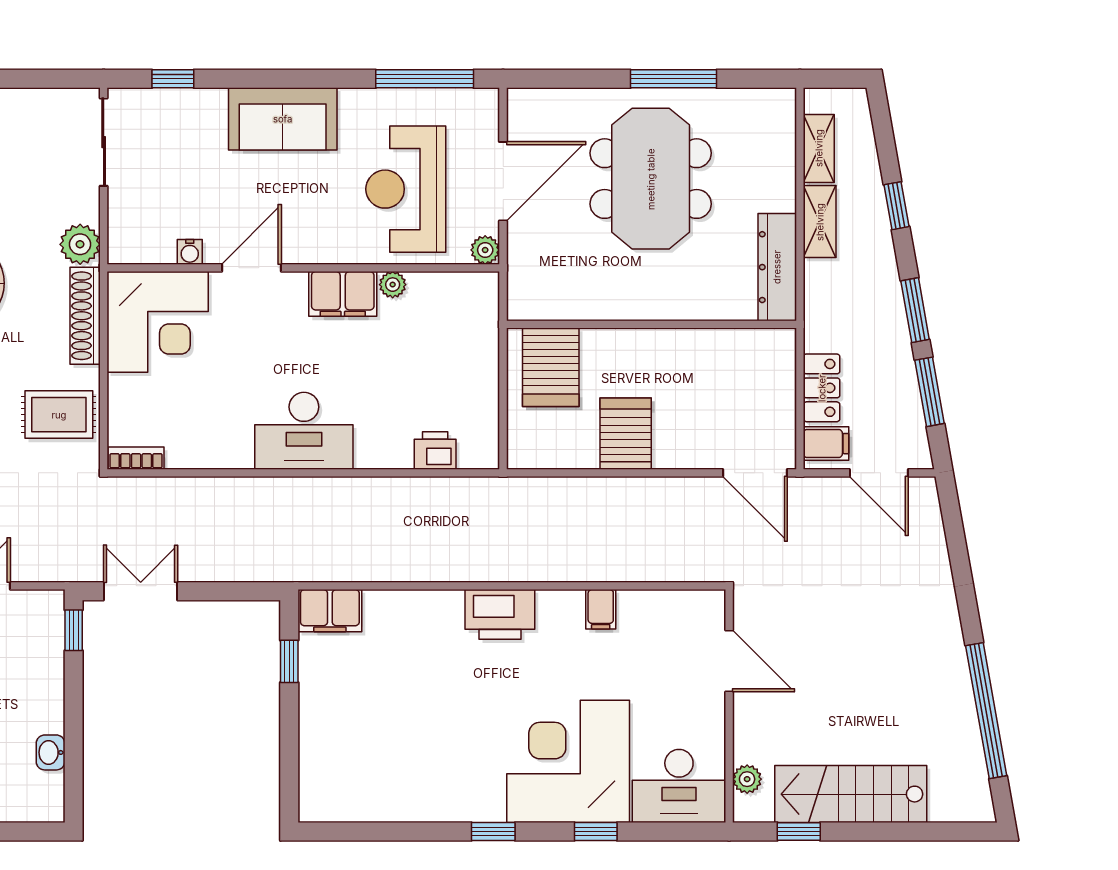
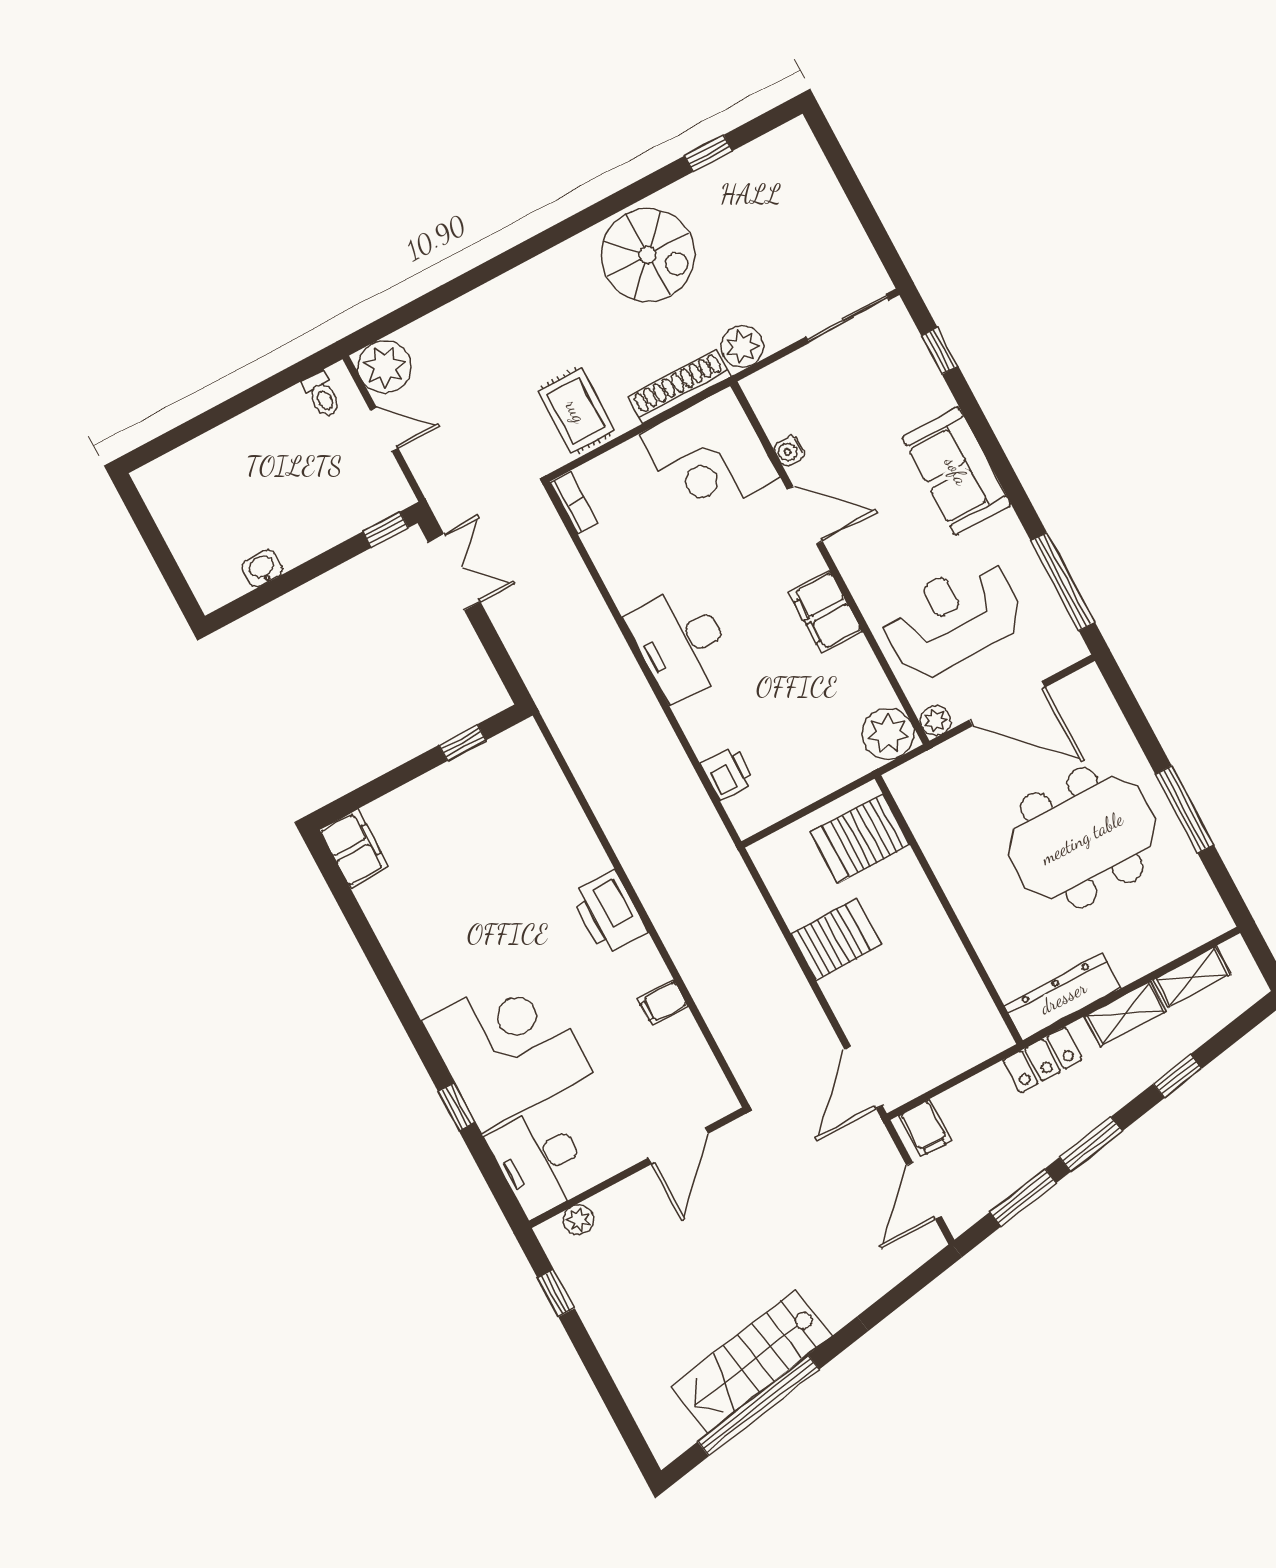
plant: (393, 285) -> (888, 734), moved, width x1.87, depth x1.87
locker: (822, 388) -> (1043, 1060), moved
filing cabinet: (330, 611) -> (354, 848), moved, turned 180
stairs: (851, 794) -> (752, 1361), moved, turned -100
window: (493, 832) -> (406, 1013), removed

